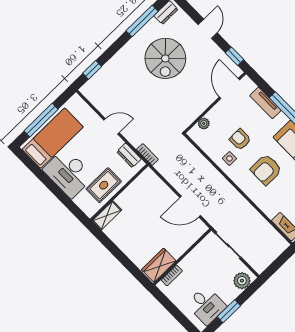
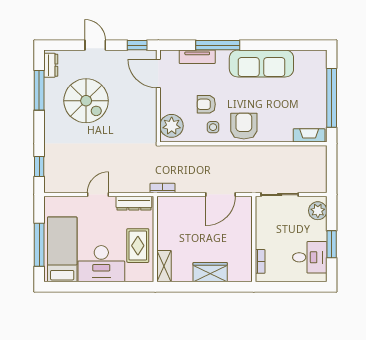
plant: (204, 124) -> (172, 126), width x1.88, depth x1.88
bookcase: (147, 154) -> (163, 188), moved
dresser: (129, 155) -> (134, 203), width x1.44
armchair: (266, 170) -> (244, 126), moved, turned 180
wardrobe: (159, 265) -> (210, 272), moved, turned 90

